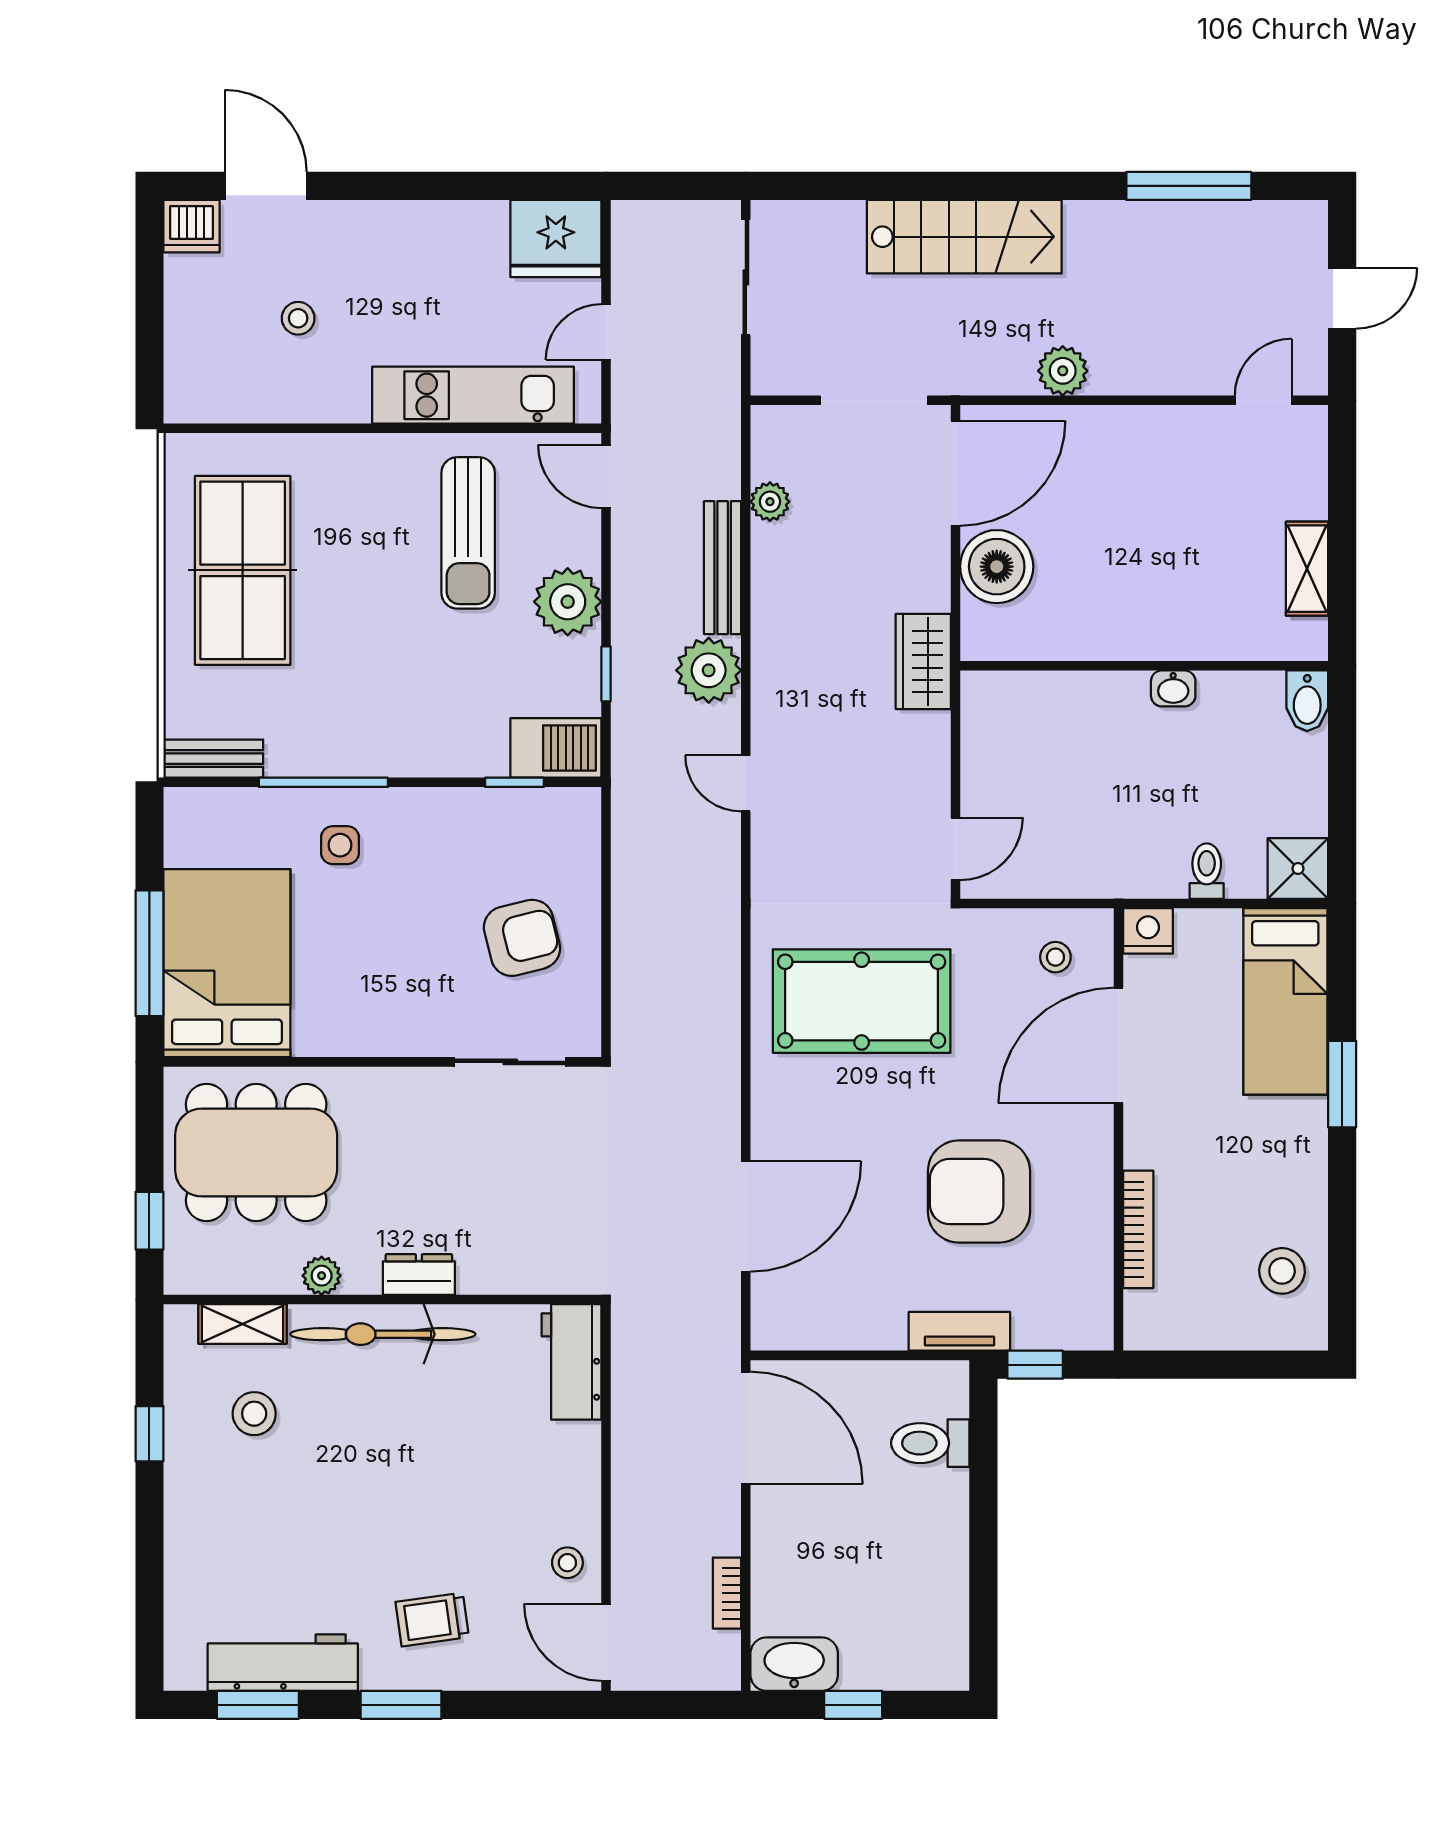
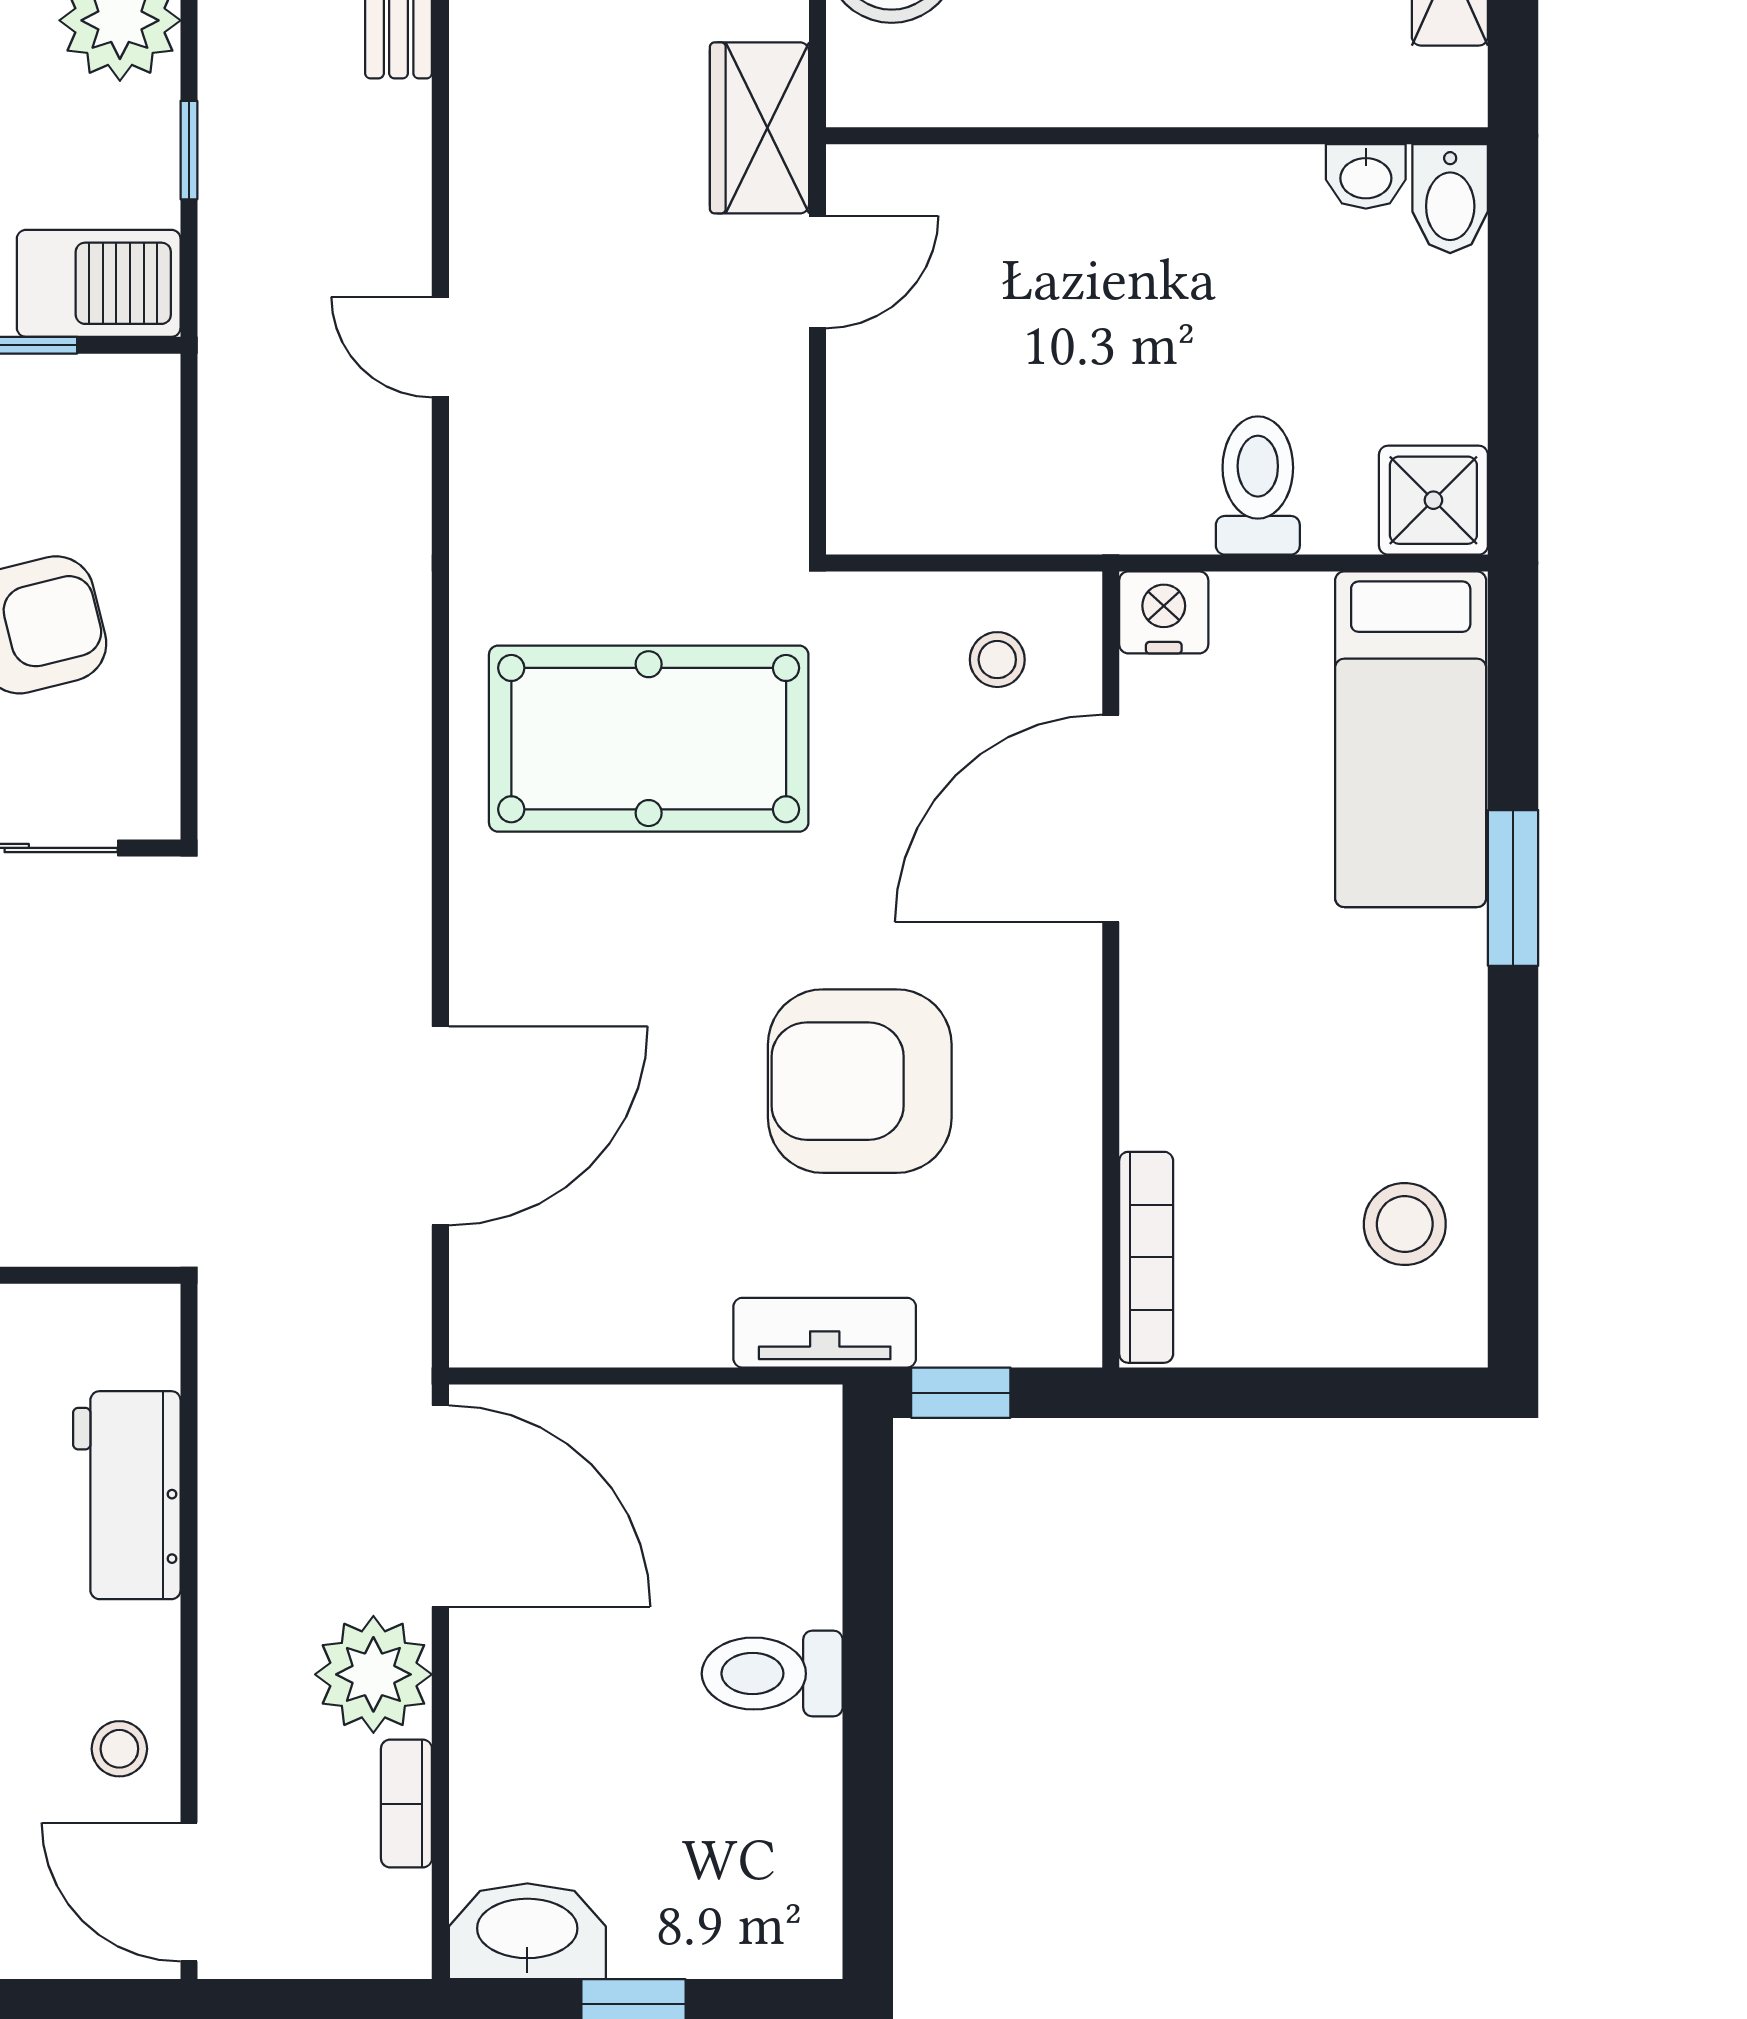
plant: (709, 670) -> (373, 1674), moved
washbasin: (1173, 688) -> (1366, 176), moved
door: (955, 849) -> (817, 272), moved
toilet: (1207, 871) -> (1258, 485), width x1.37, depth x1.39
bookcase: (1138, 1229) -> (1146, 1257), moved
workbench: (572, 1362) -> (127, 1495), moved
toilet: (930, 1443) -> (772, 1674), moved

